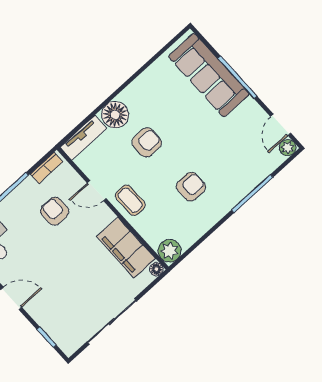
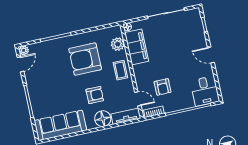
sofa: (209, 75) -> (60, 125), moved, turned -90
armchair: (147, 142) -> (95, 95), turned 180
armchair: (191, 187) -> (85, 59), width x1.88, depth x1.88
door: (97, 191) -> (138, 99), moved
plant: (170, 251) -> (118, 44), moved

